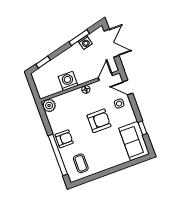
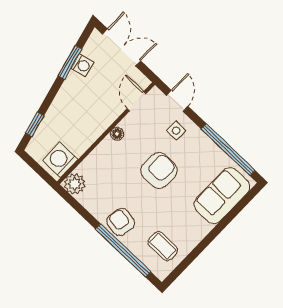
washing machine: (68, 81) -> (60, 160), moved
door: (128, 87) -> (177, 101), swing flipped
window: (143, 128) -> (228, 150), width x3.17
armchair: (64, 139) -> (121, 222), turned -81
sofa: (134, 141) -> (222, 196), moved, turned 90

